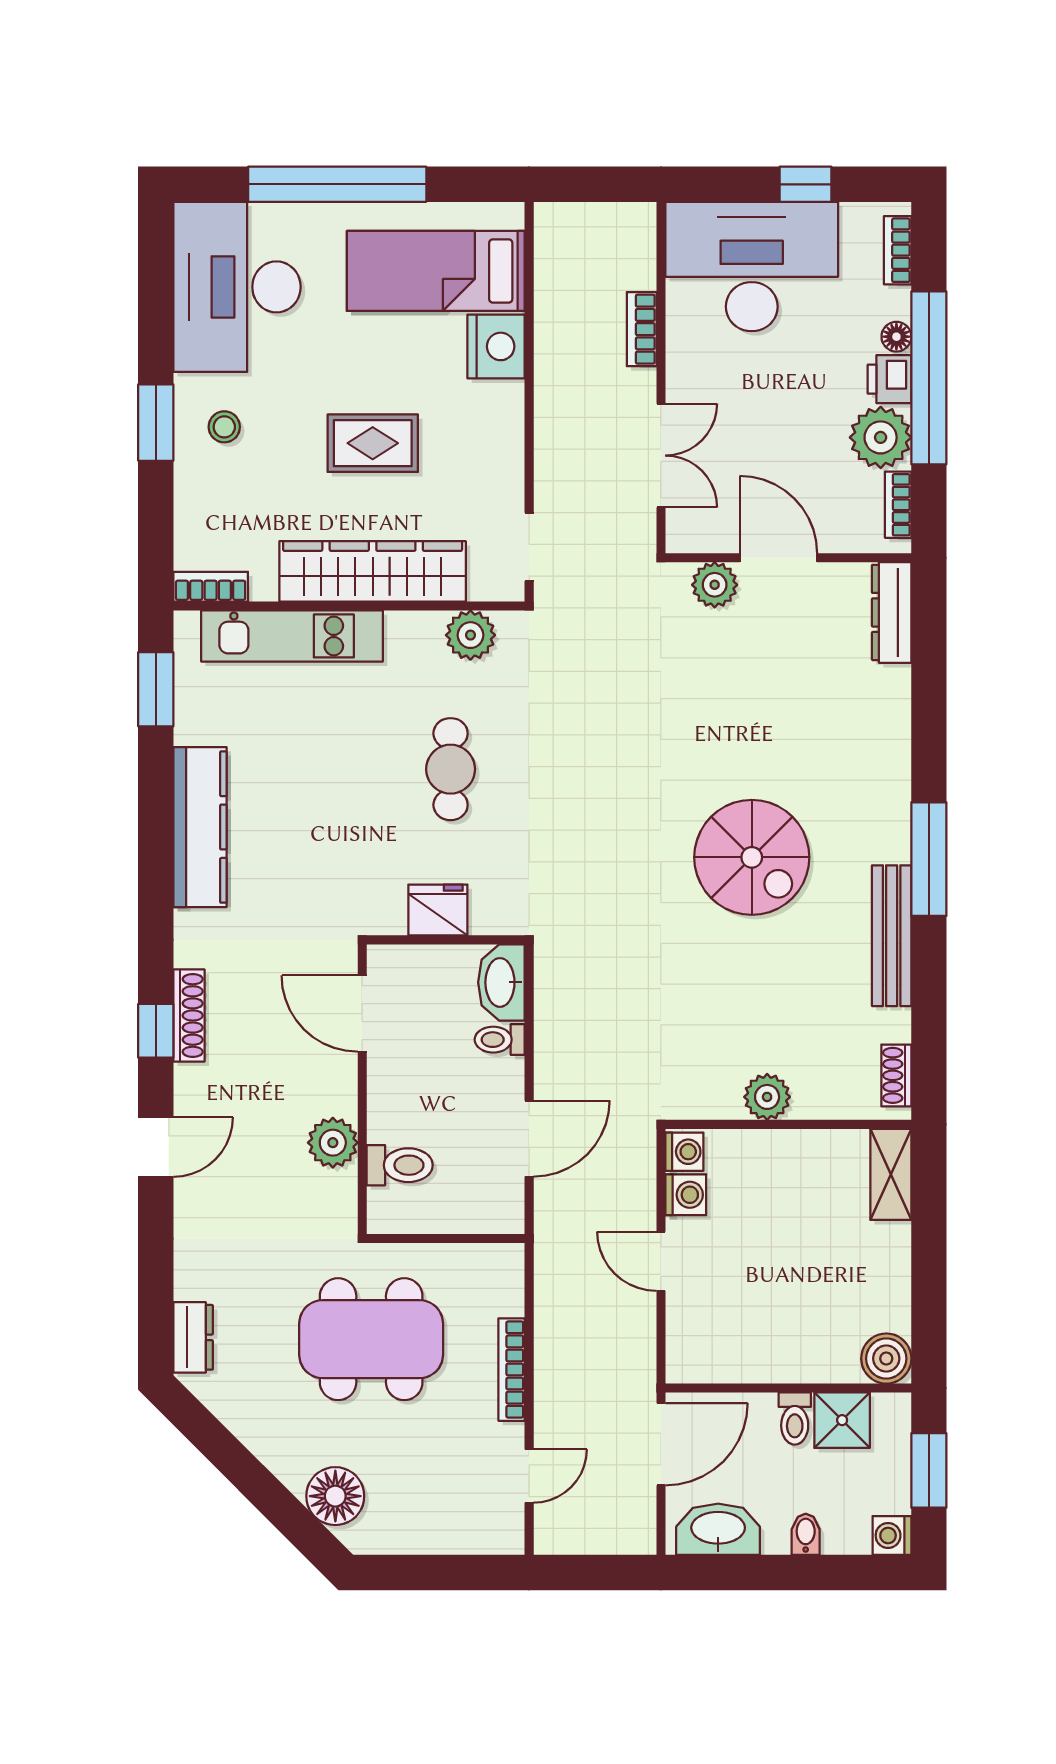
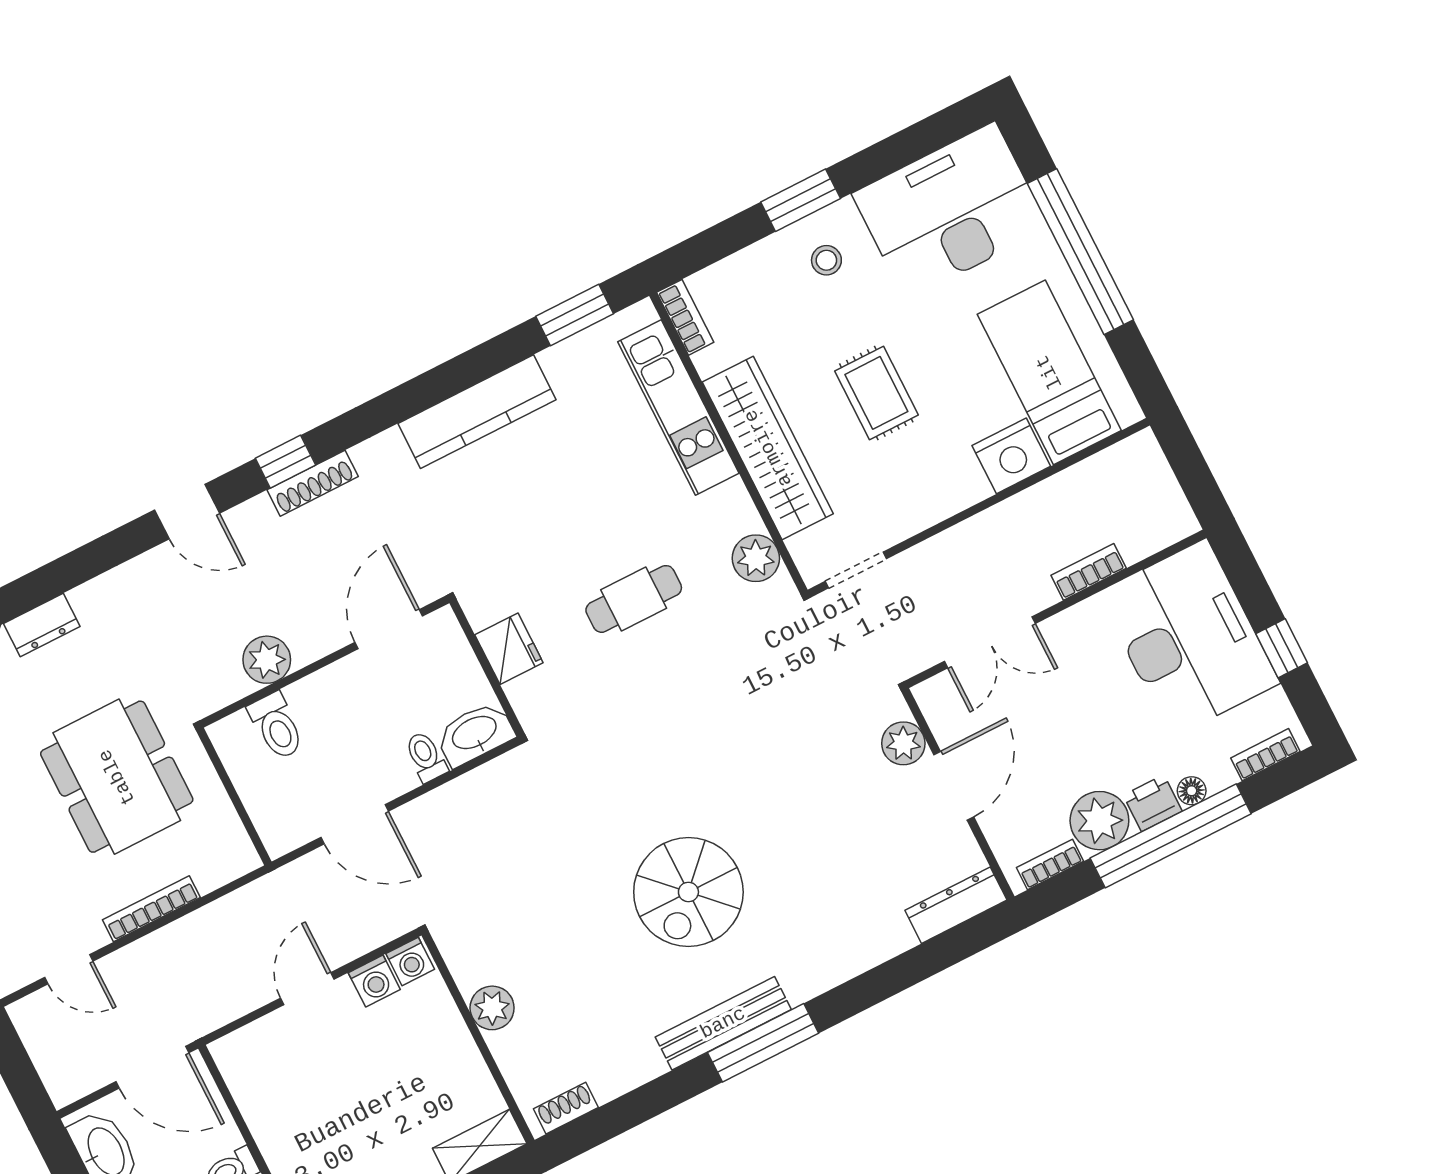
bench: (892, 936) -> (723, 1023), moved

